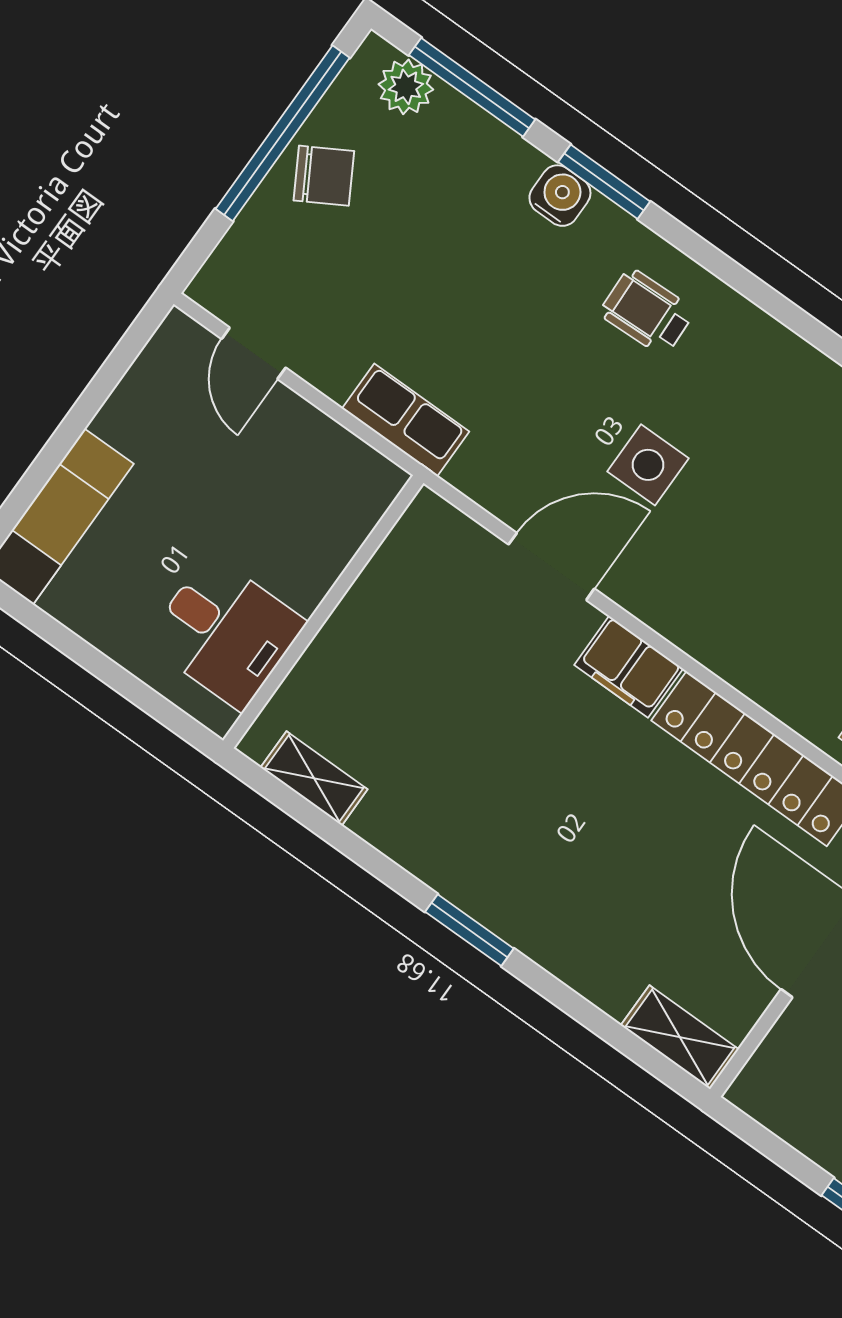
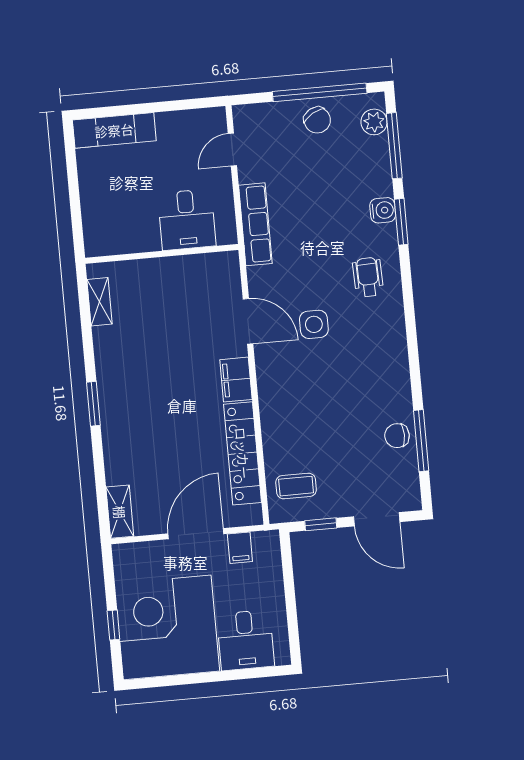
row of seats: (406, 420) -> (255, 224), width x1.48
desk: (225, 632) -> (187, 220), moved

